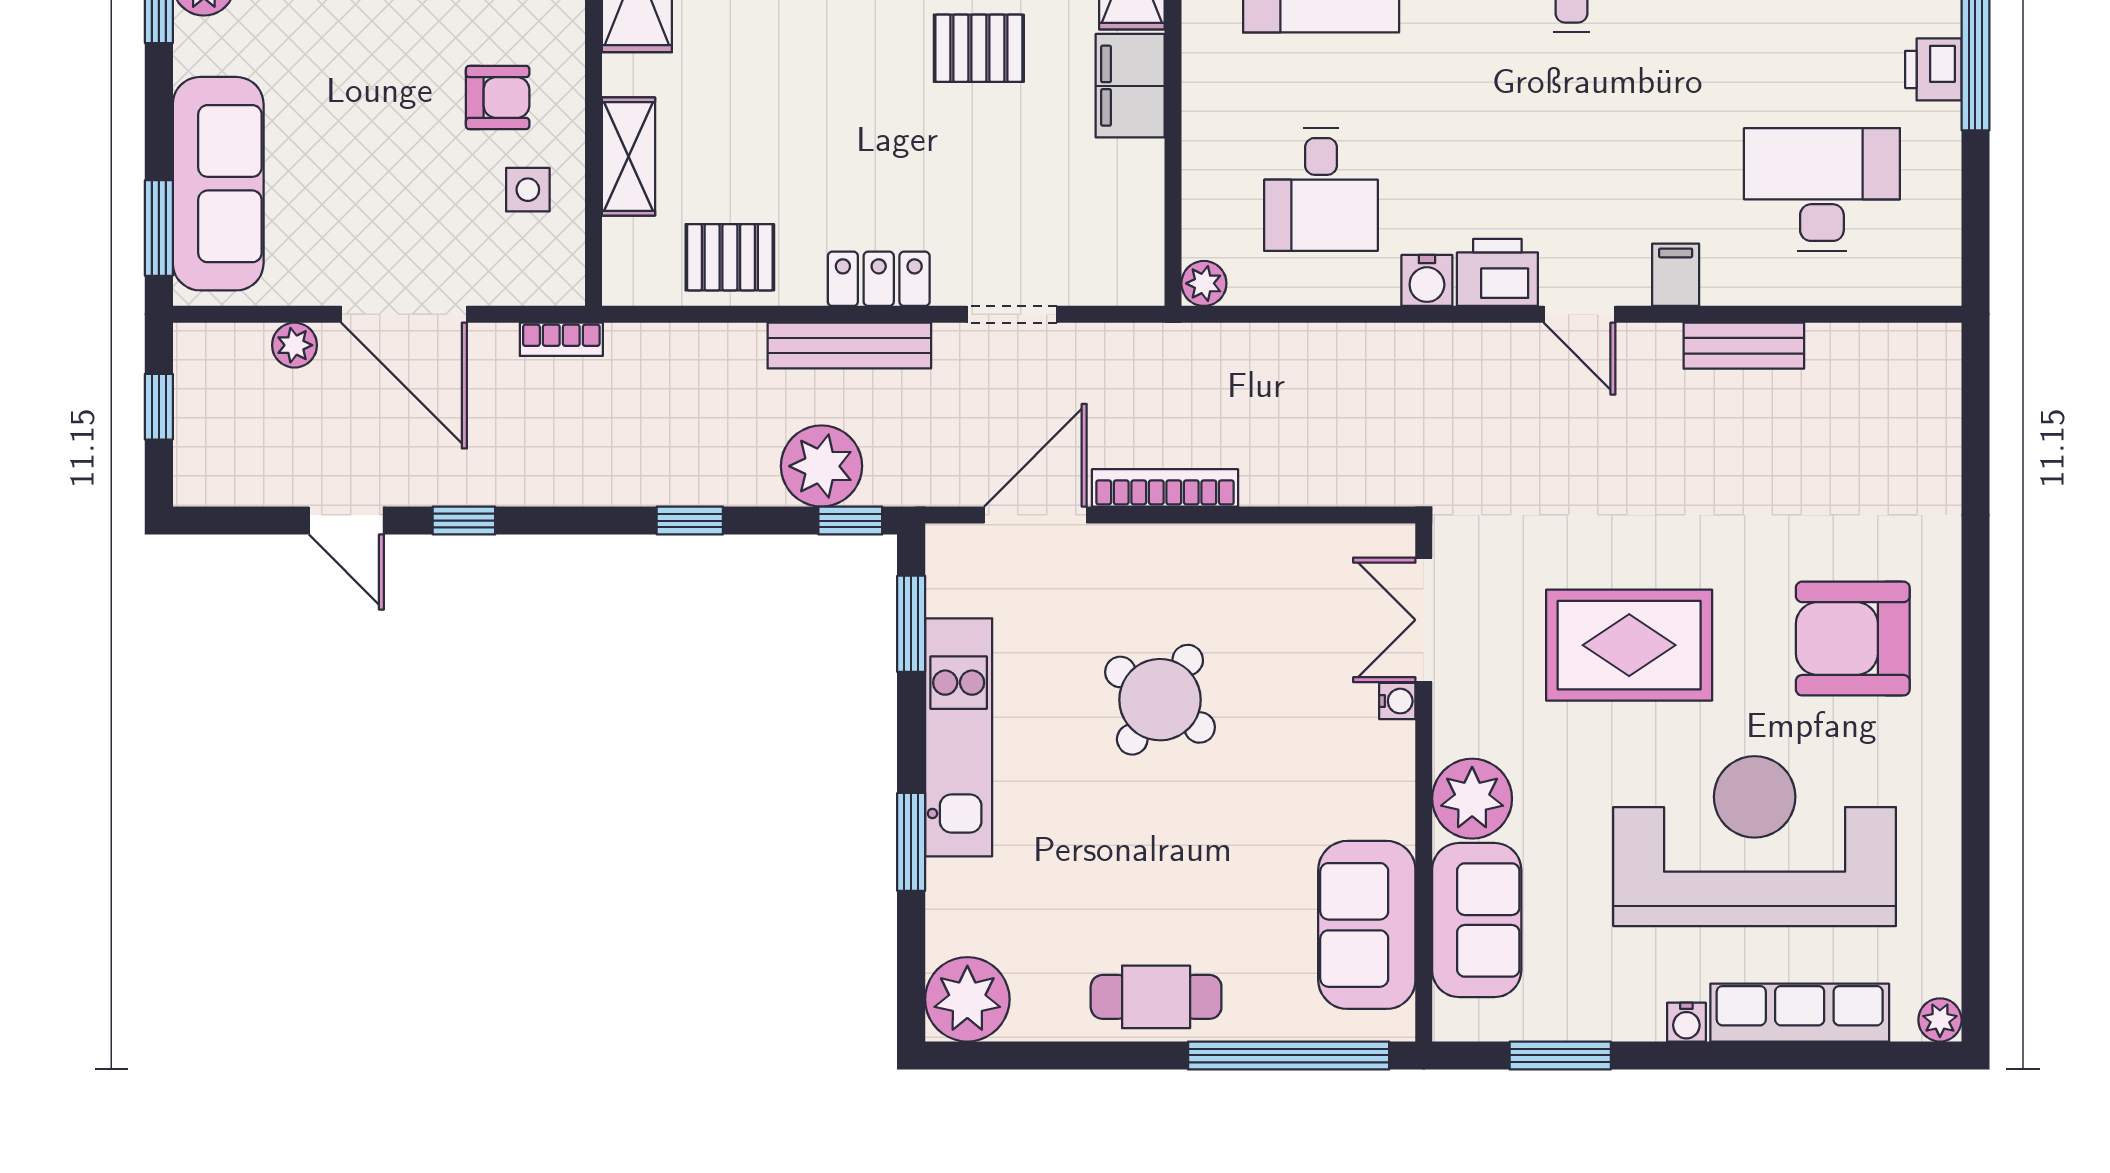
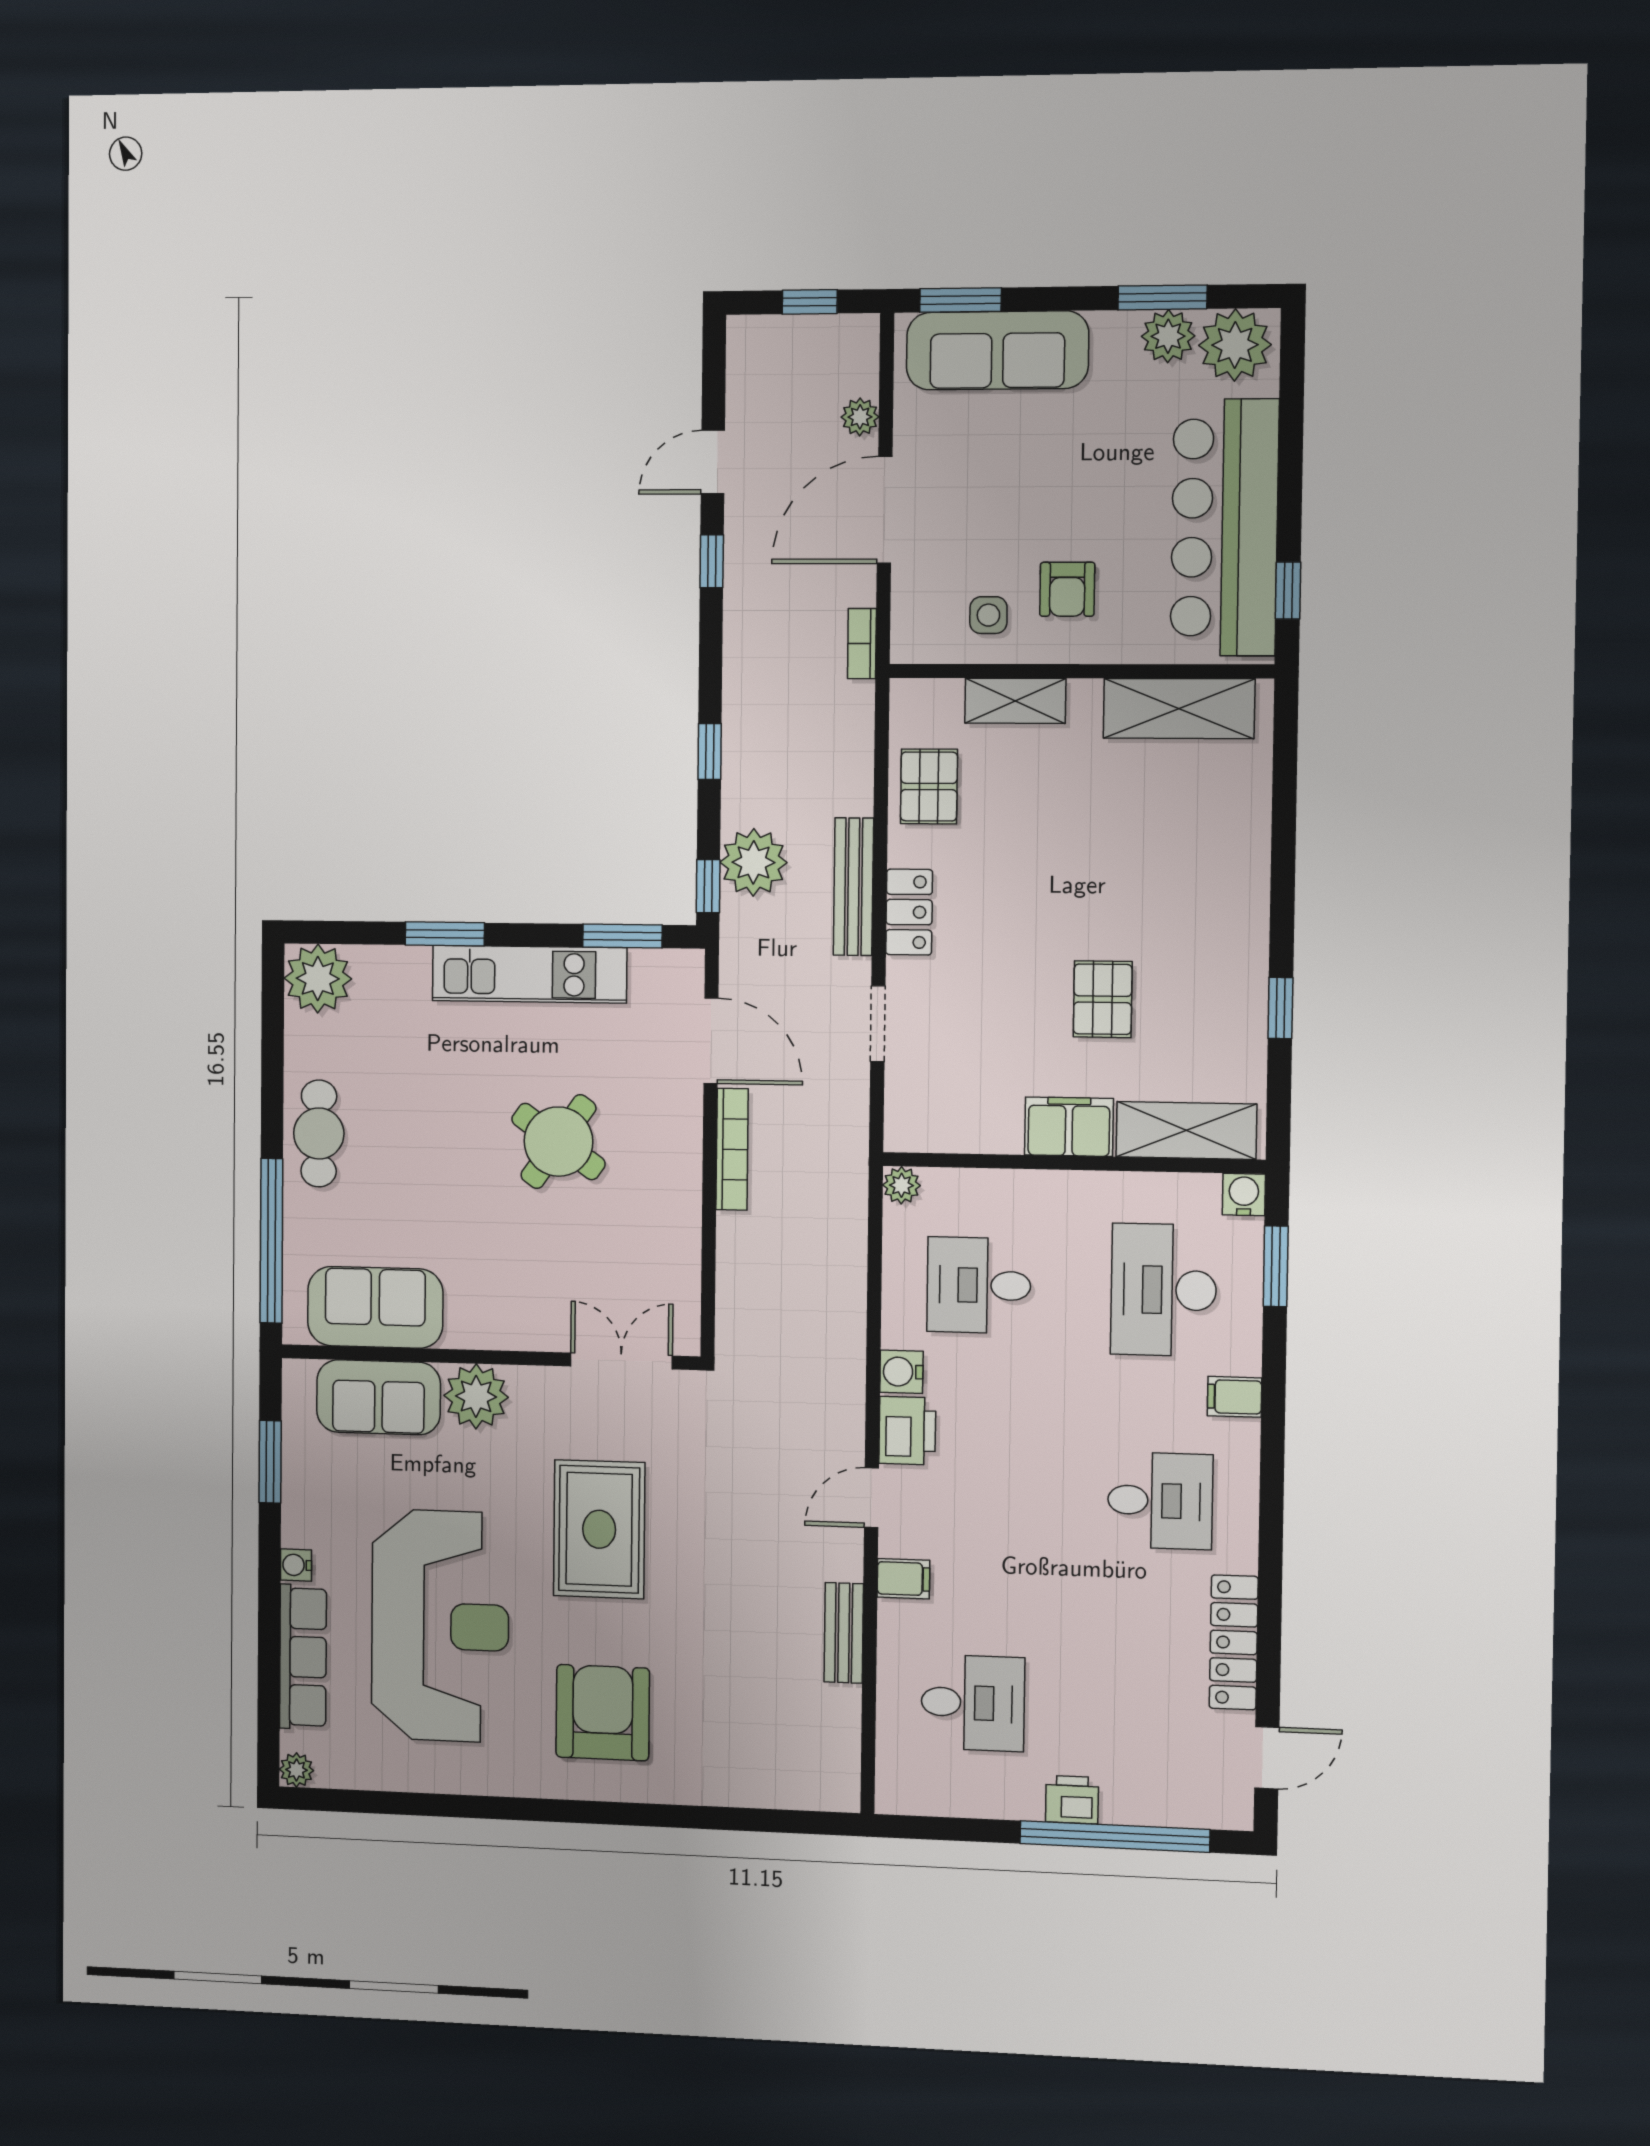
desk: (1822, 190) -> (973, 1703), width x0.73
water cooler: (1397, 701) -> (556, 1337), removed

